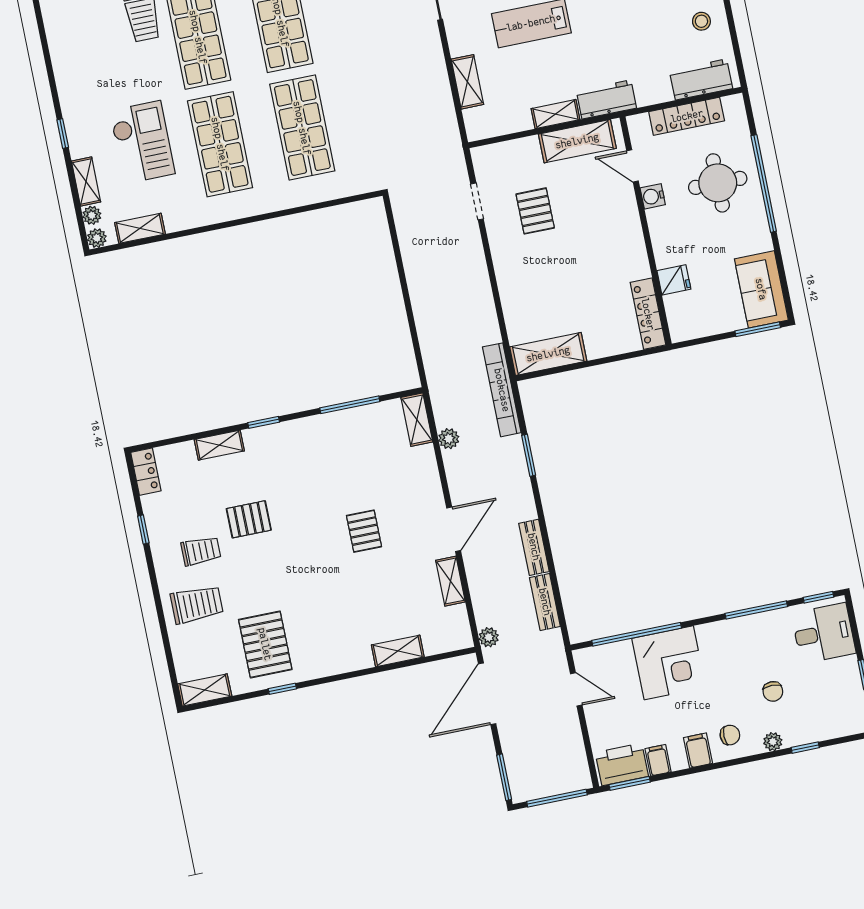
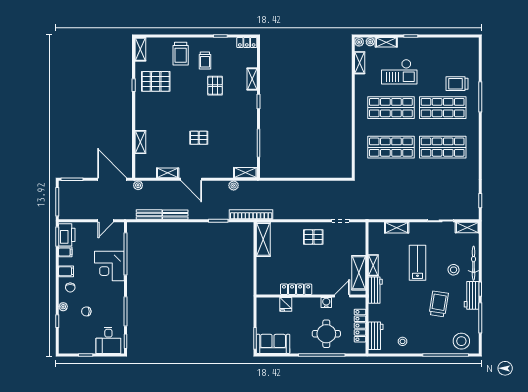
pallet: (535, 211) -> (313, 237), moved
locker: (648, 314) -> (296, 289), moved

